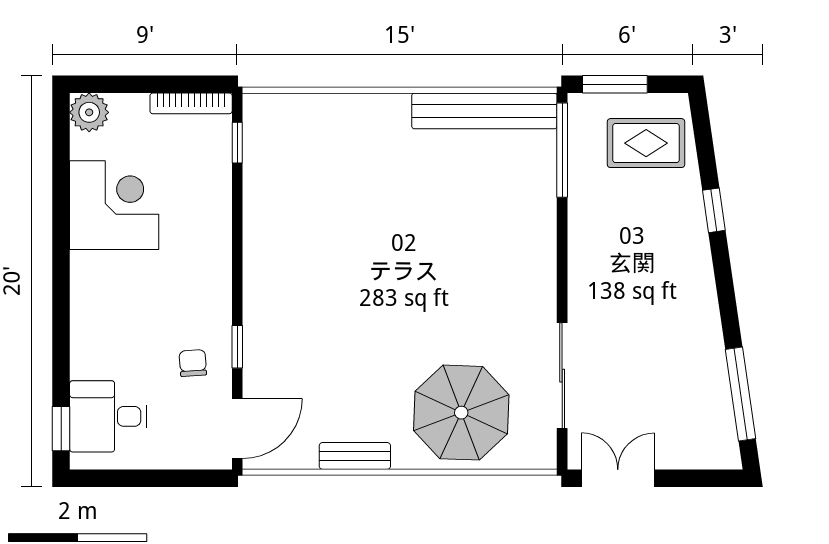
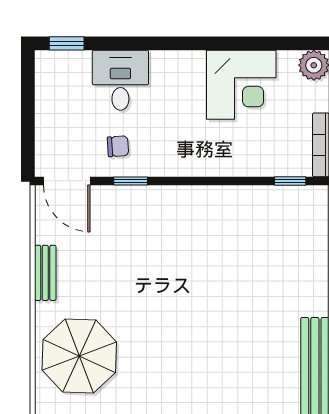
desk: (108, 416) -> (120, 80), moved

